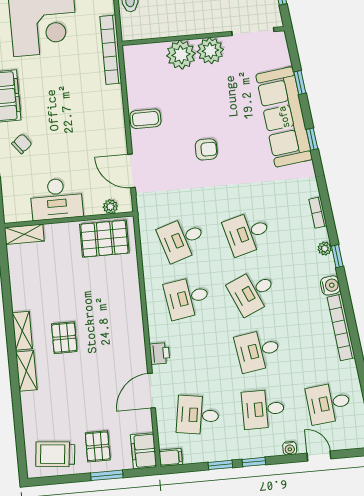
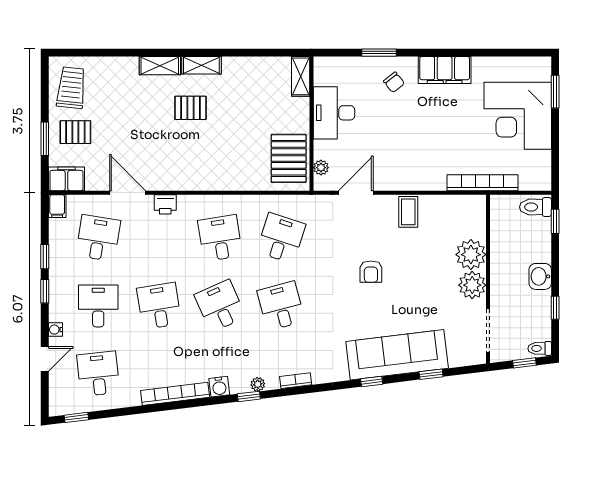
desk: (182, 239) -> (281, 238), turned 36

